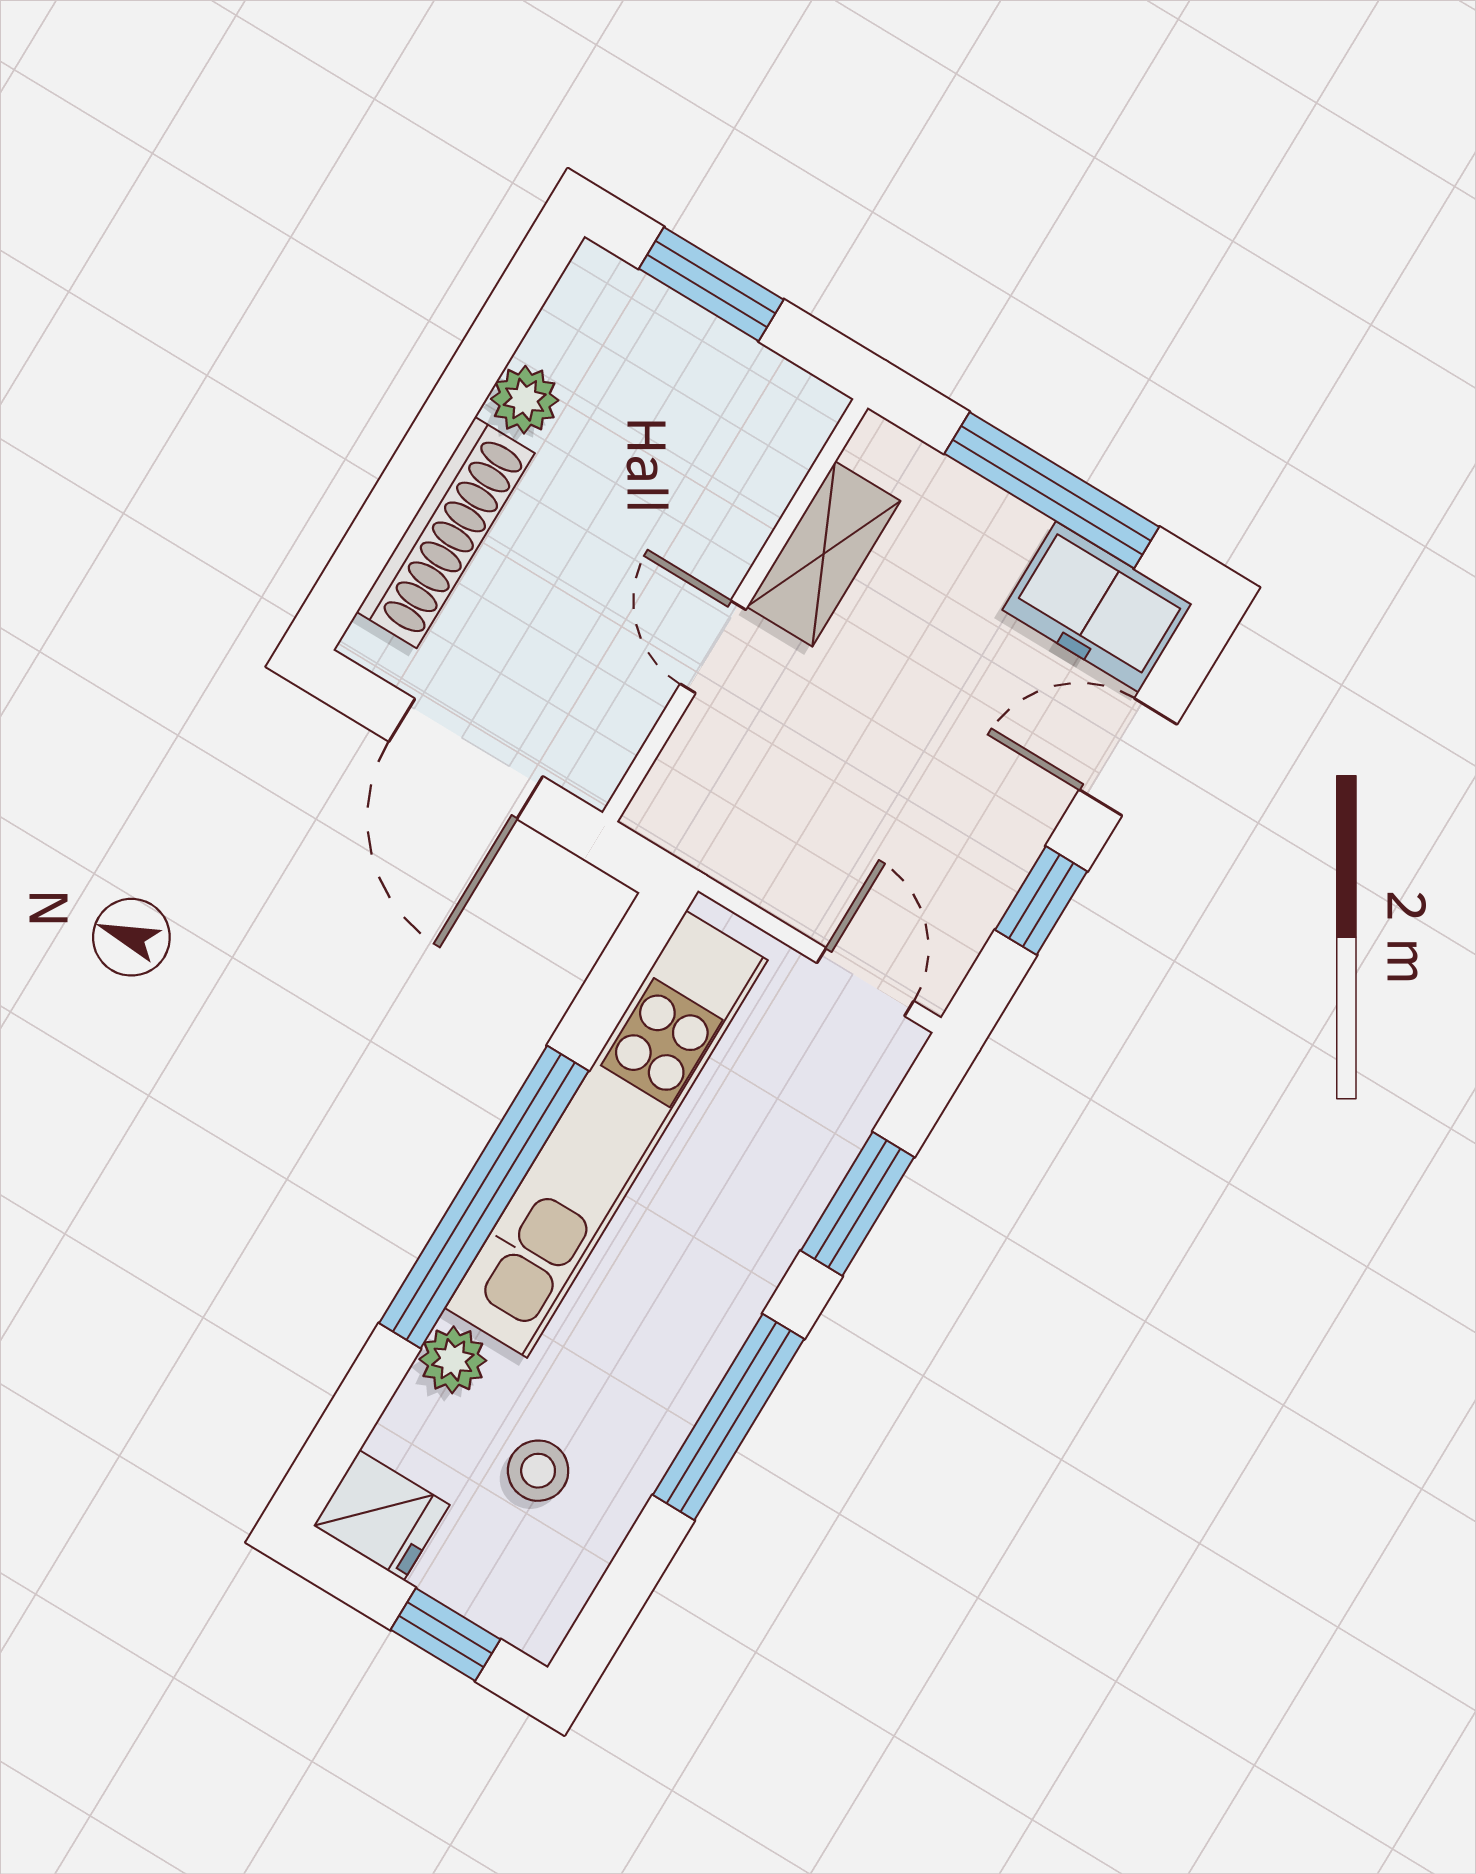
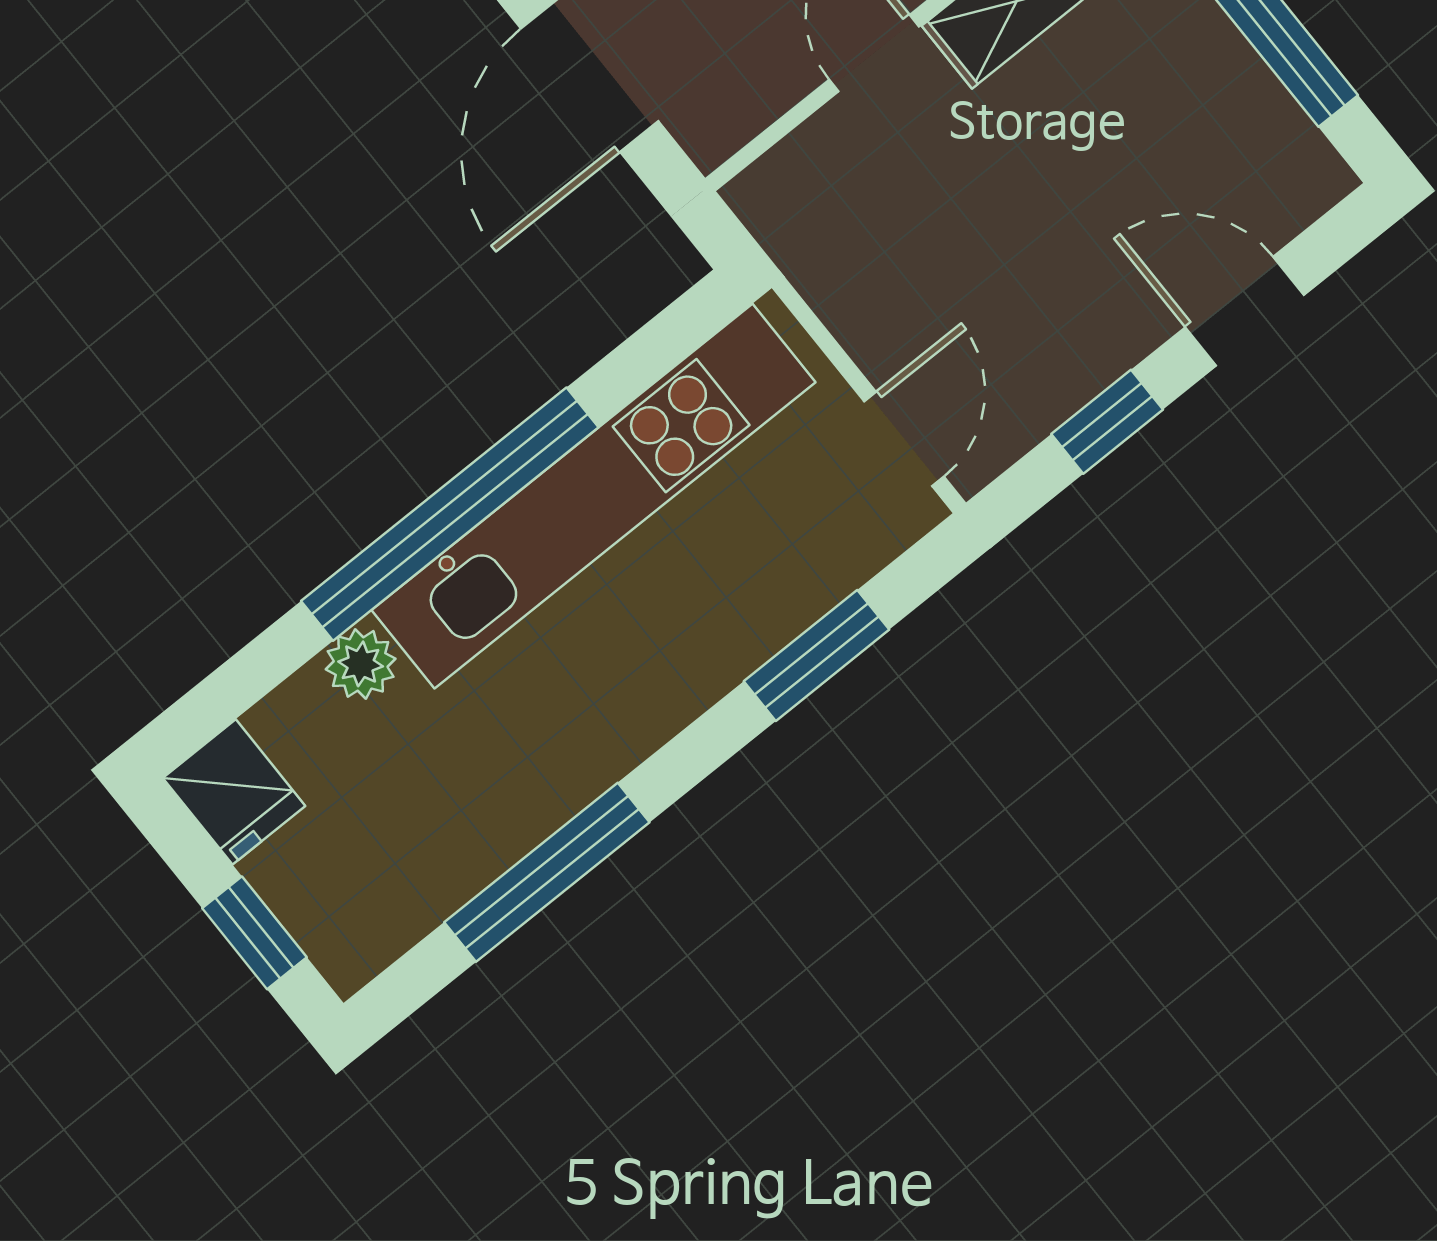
freezer: (1097, 607) -> (1268, 152), removed
window: (728, 1417) -> (547, 872), moved
stool: (538, 1471) -> (405, 804), removed

